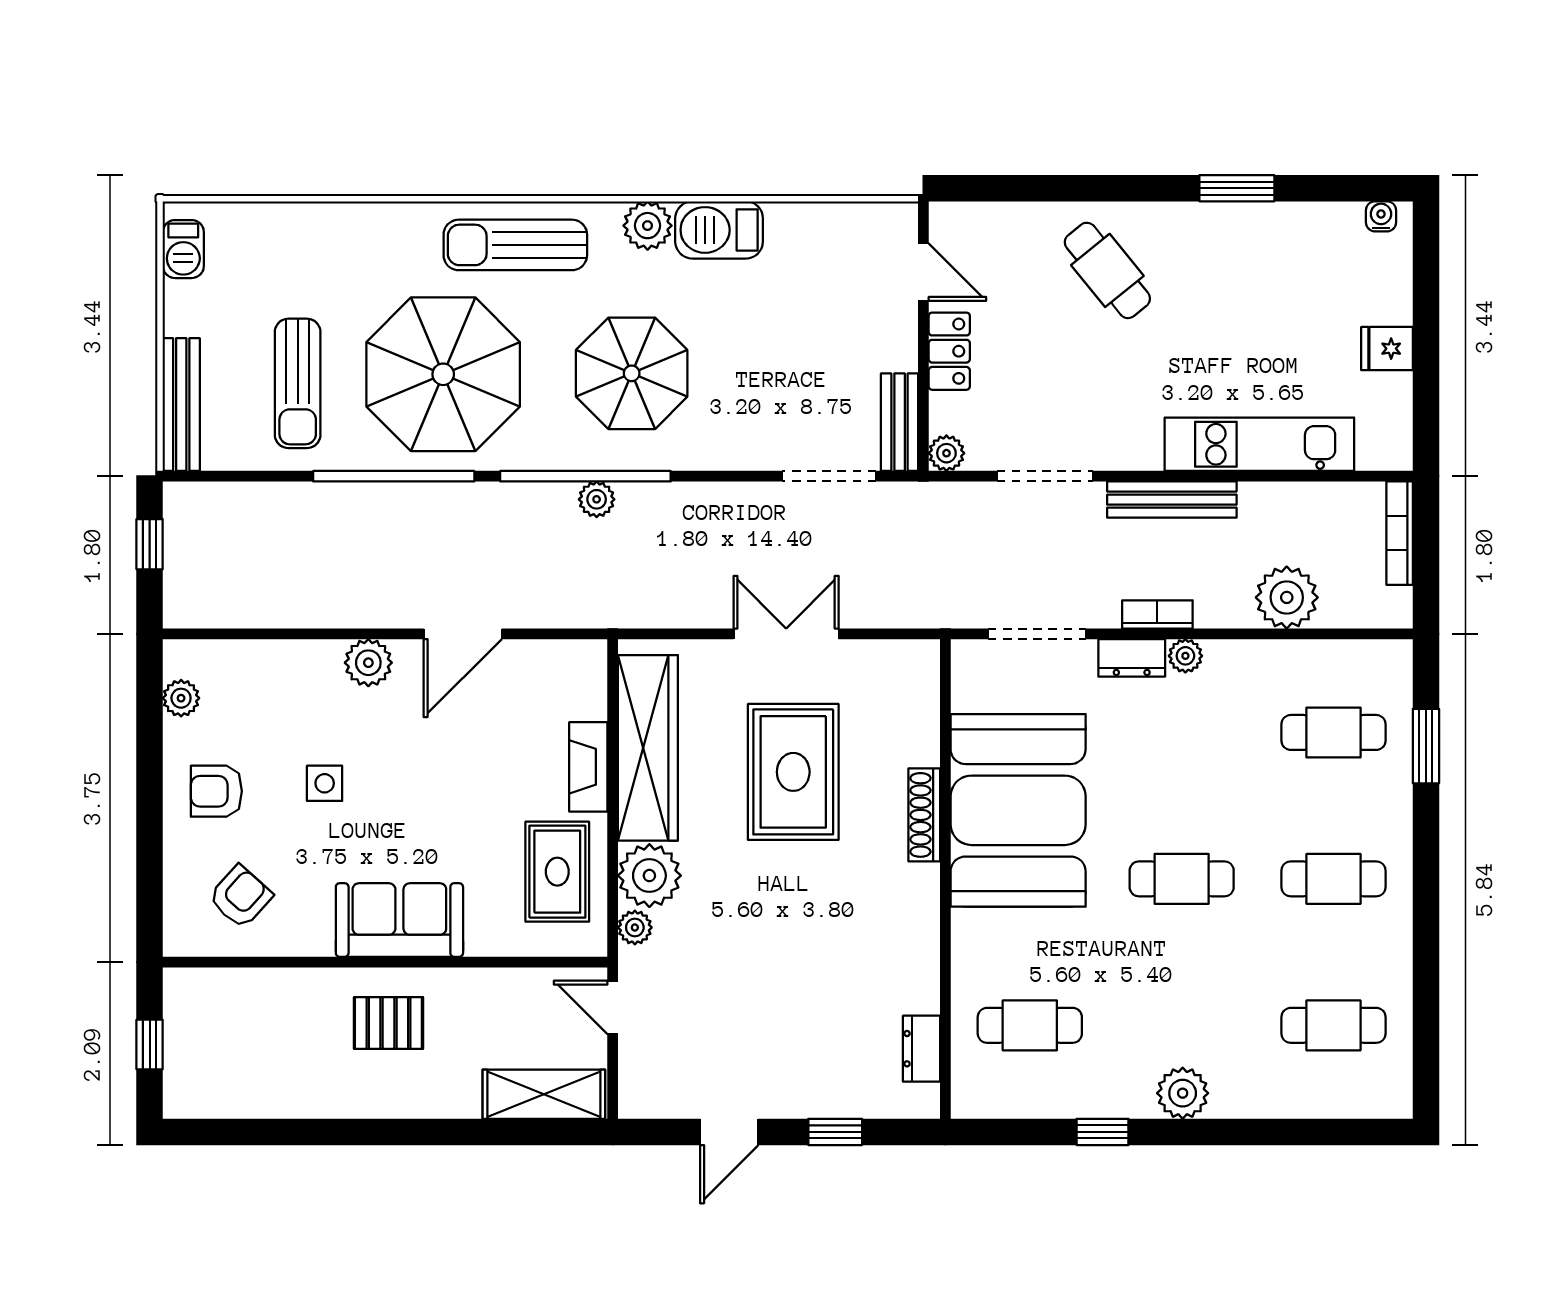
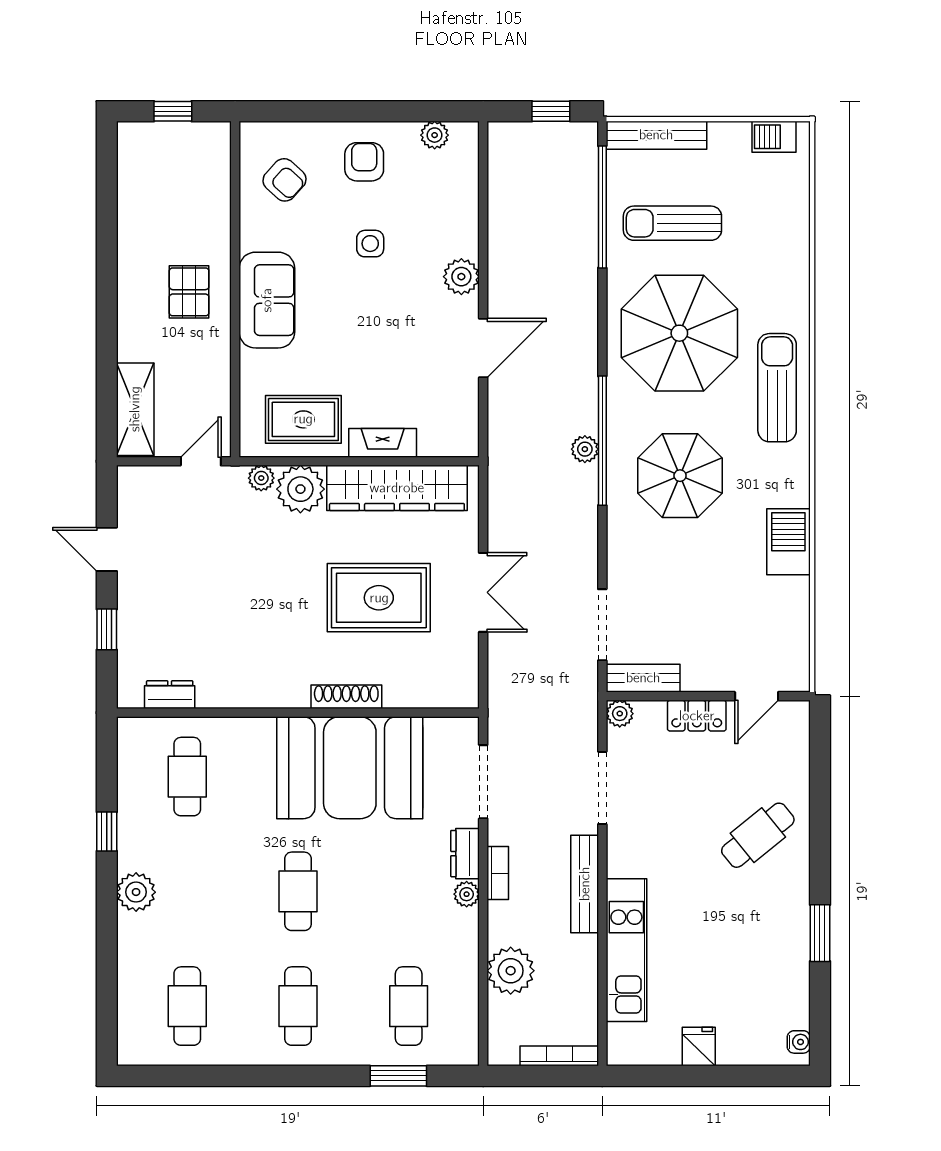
plant: (648, 226) -> (792, 488), removed
window: (394, 476) -> (602, 207), moved
door: (463, 634) -> (483, 348), swing flipped

